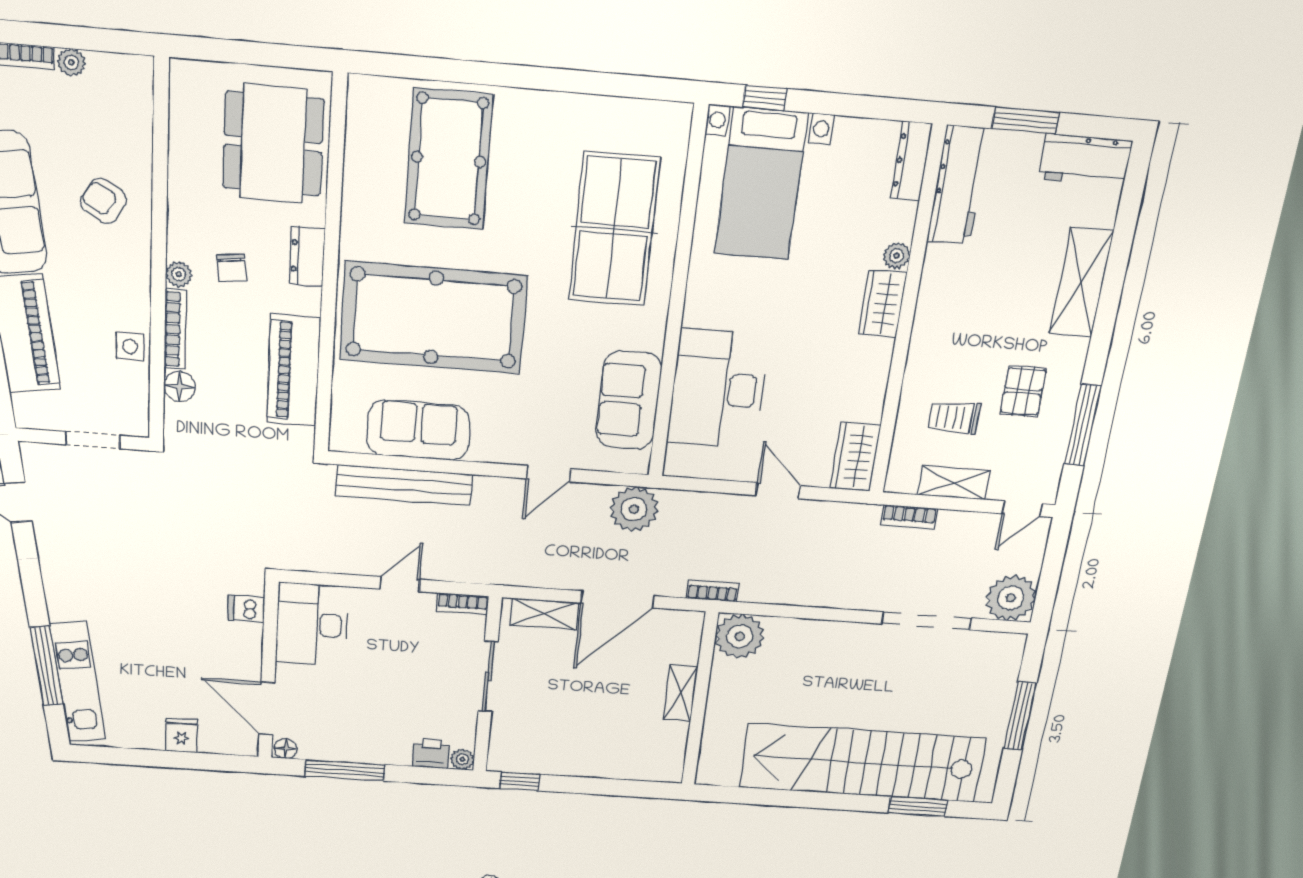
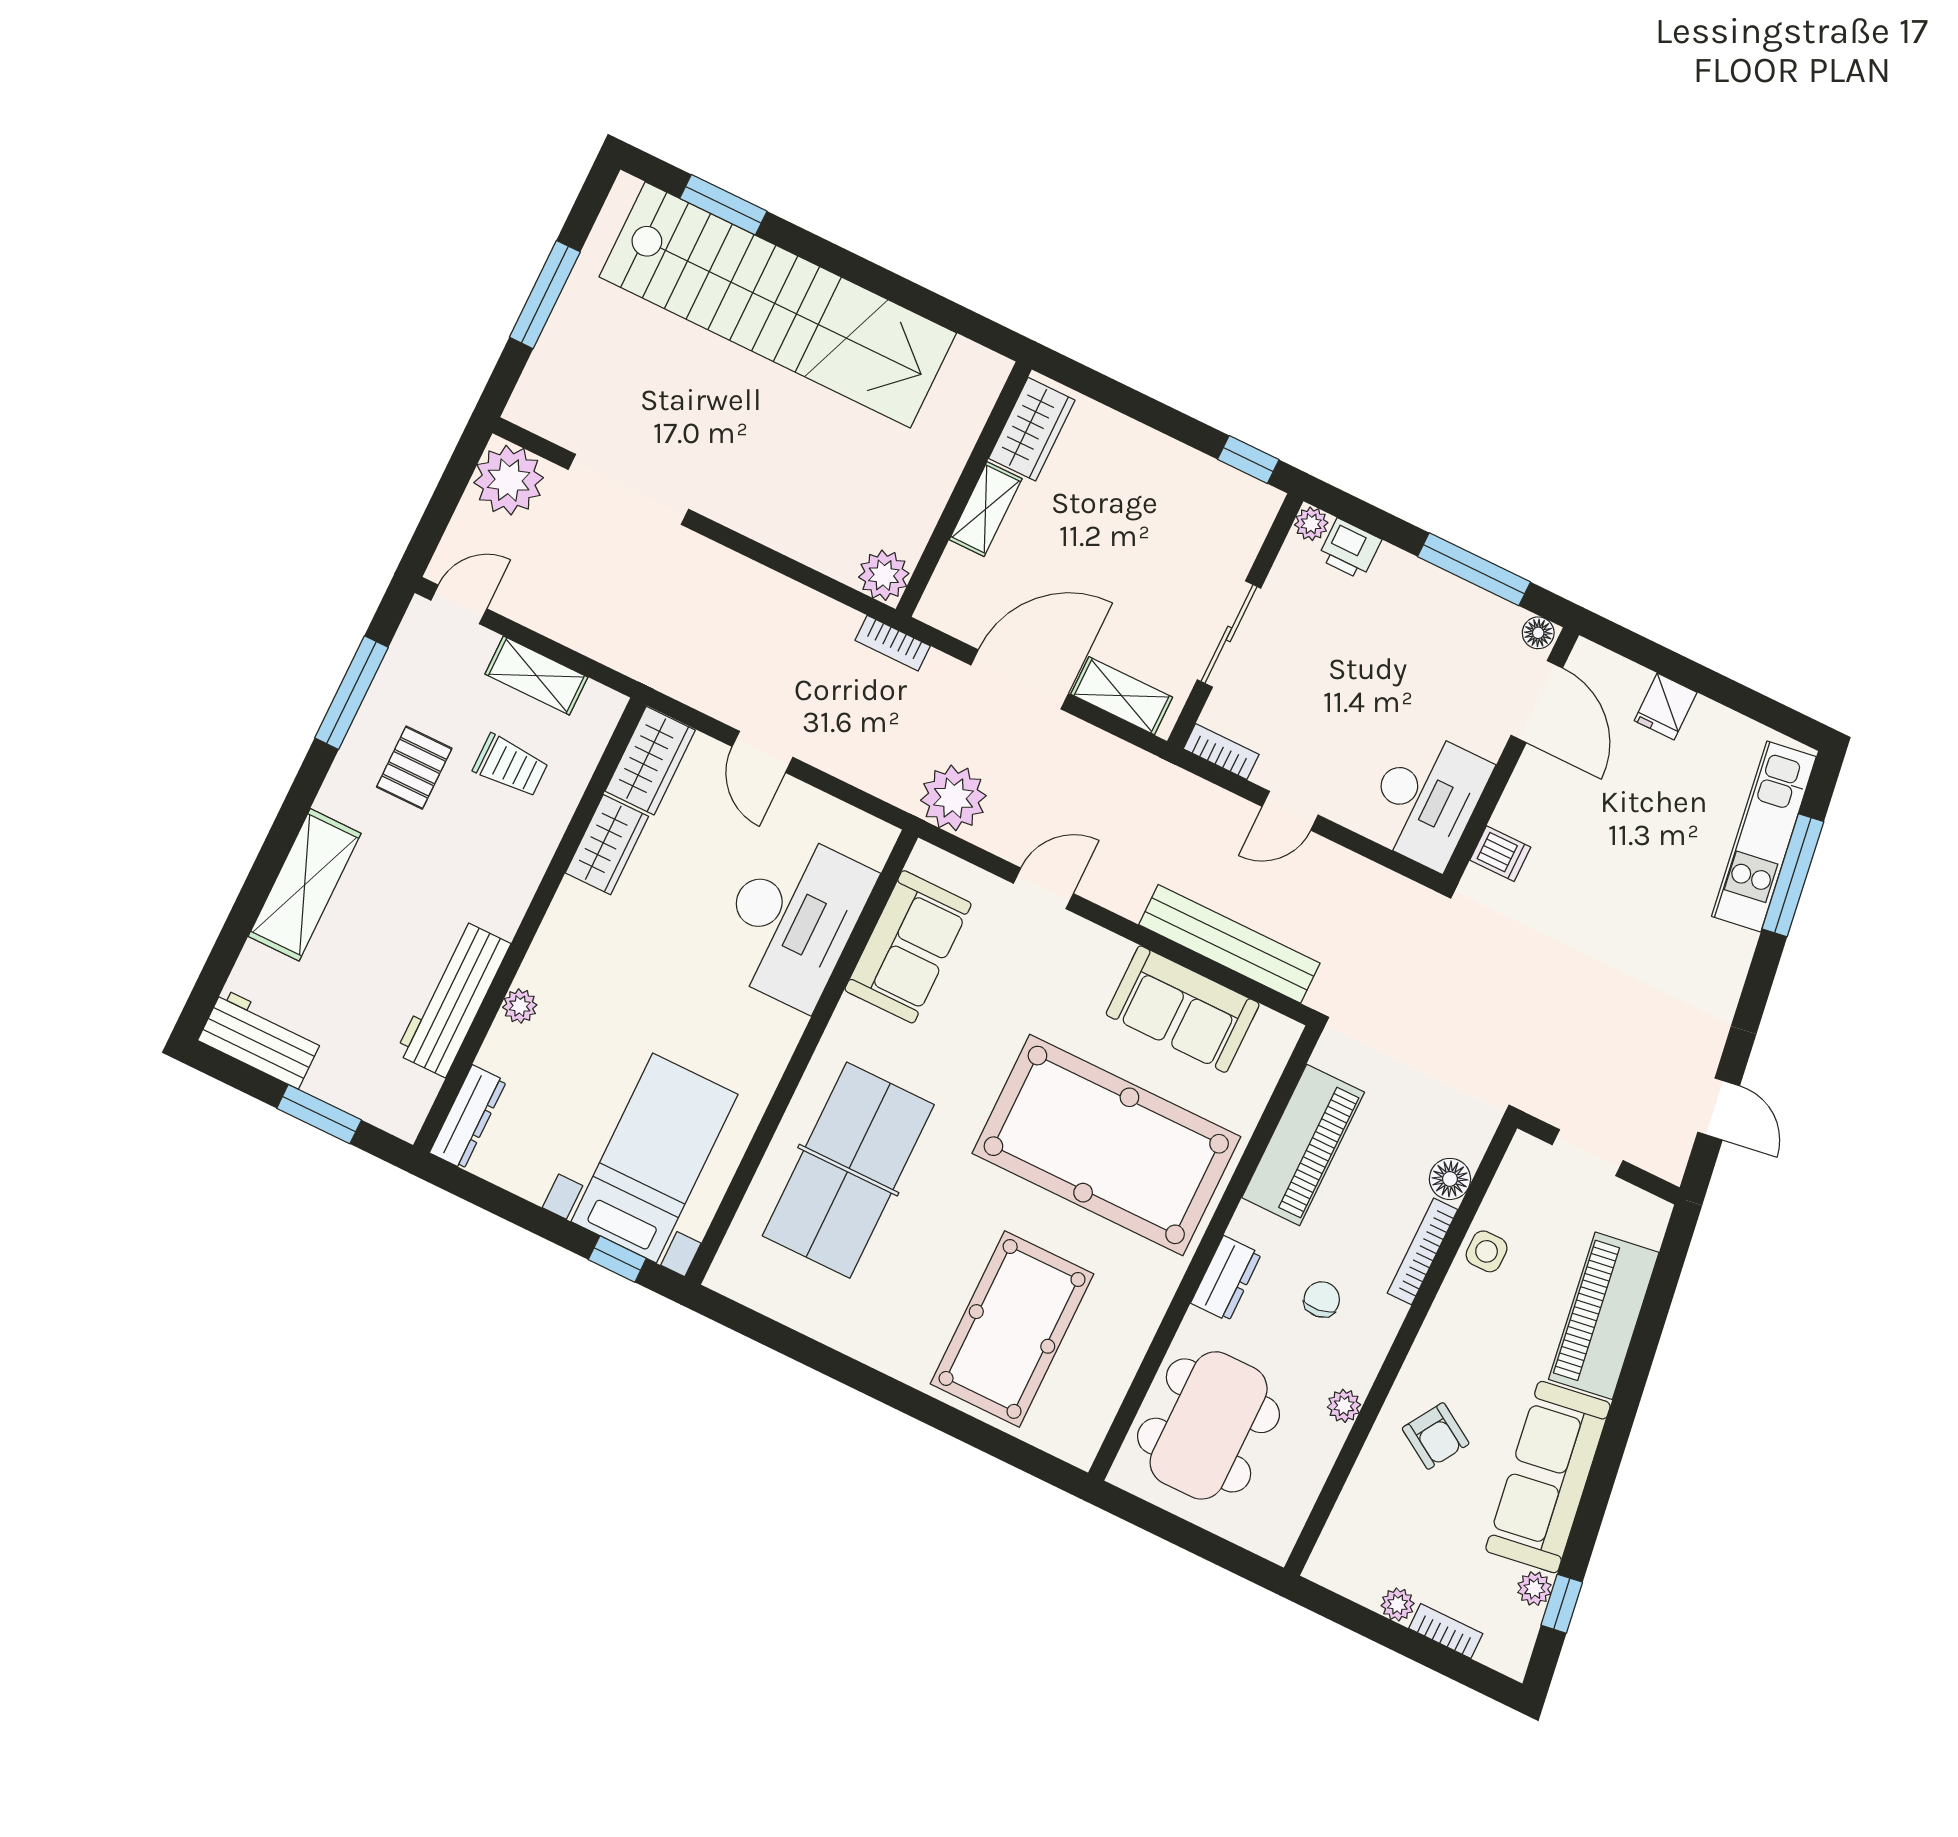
workbench: (958, 186) -> (453, 999), moved
plant: (179, 274) -> (1344, 1406), moved
wardrobe: (883, 304) -> (607, 845), moved
bookcase: (909, 517) -> (607, 650), removed
plant: (740, 636) -> (884, 575), width x0.73, depth x0.73
wardrobe: (668, 750) -> (1032, 429), added

